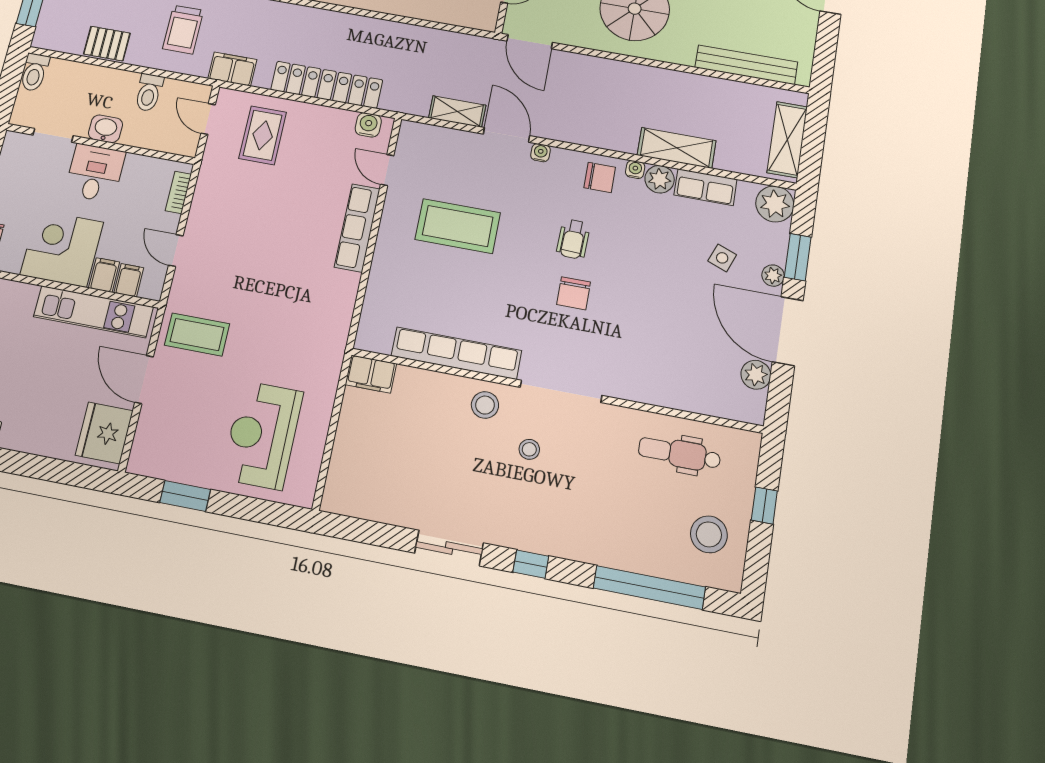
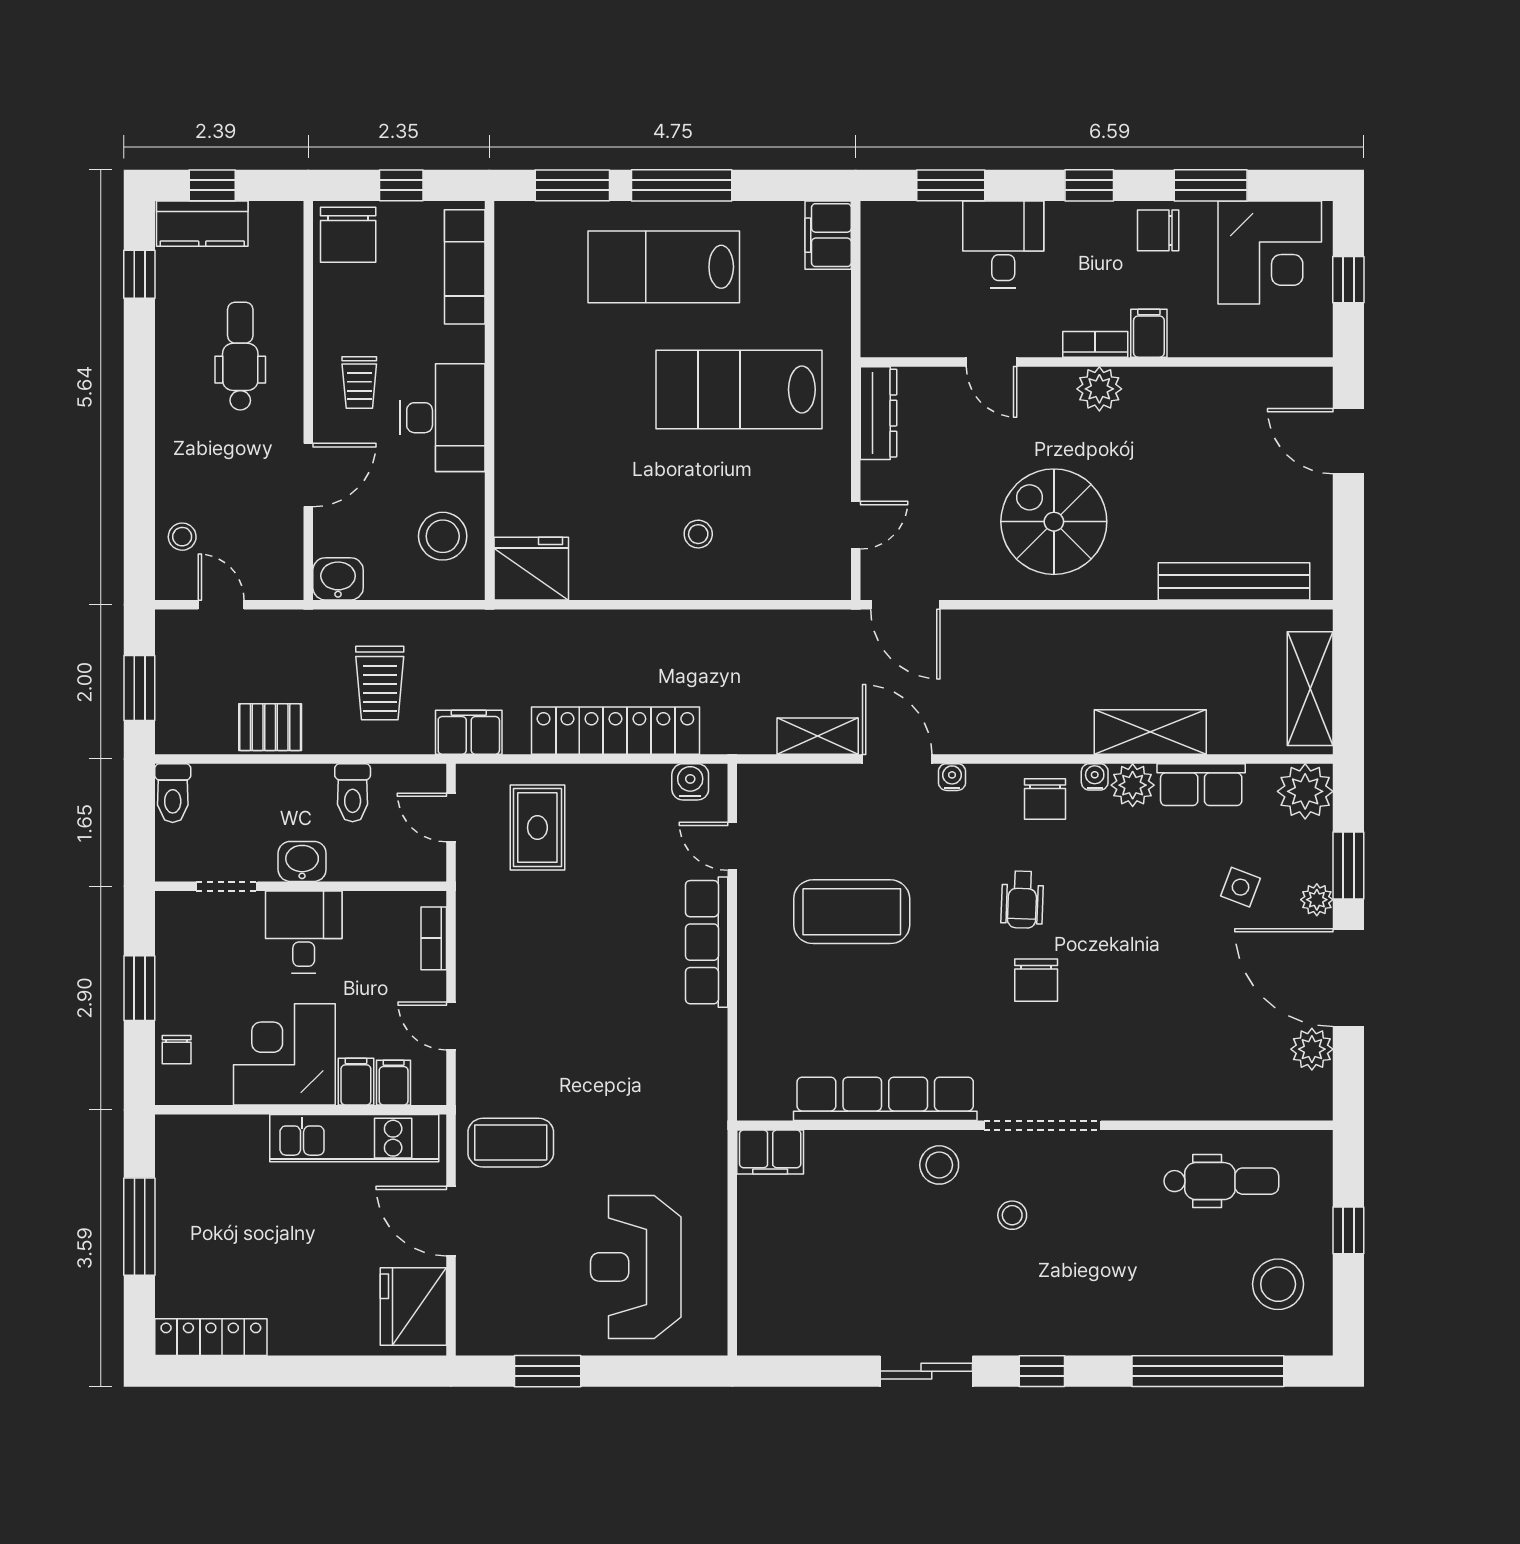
chair: (600, 177) -> (1045, 799), turned 90
dental chair: (679, 454) -> (1221, 1181), turned 180

